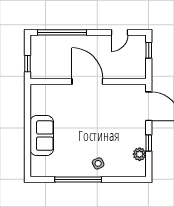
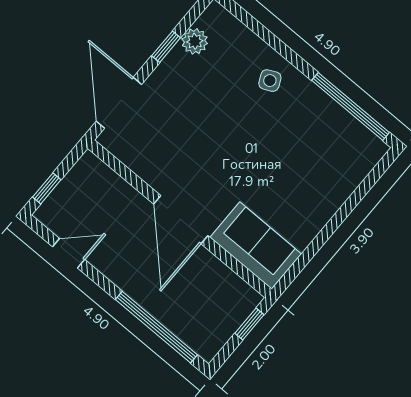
sofa: (42, 136) -> (256, 245), moved, turned 90
window: (78, 179) -> (350, 106), moved

